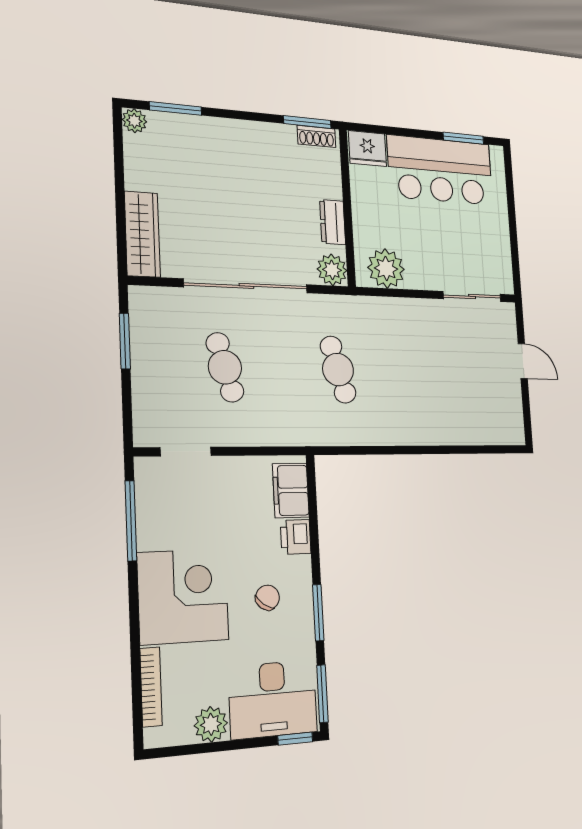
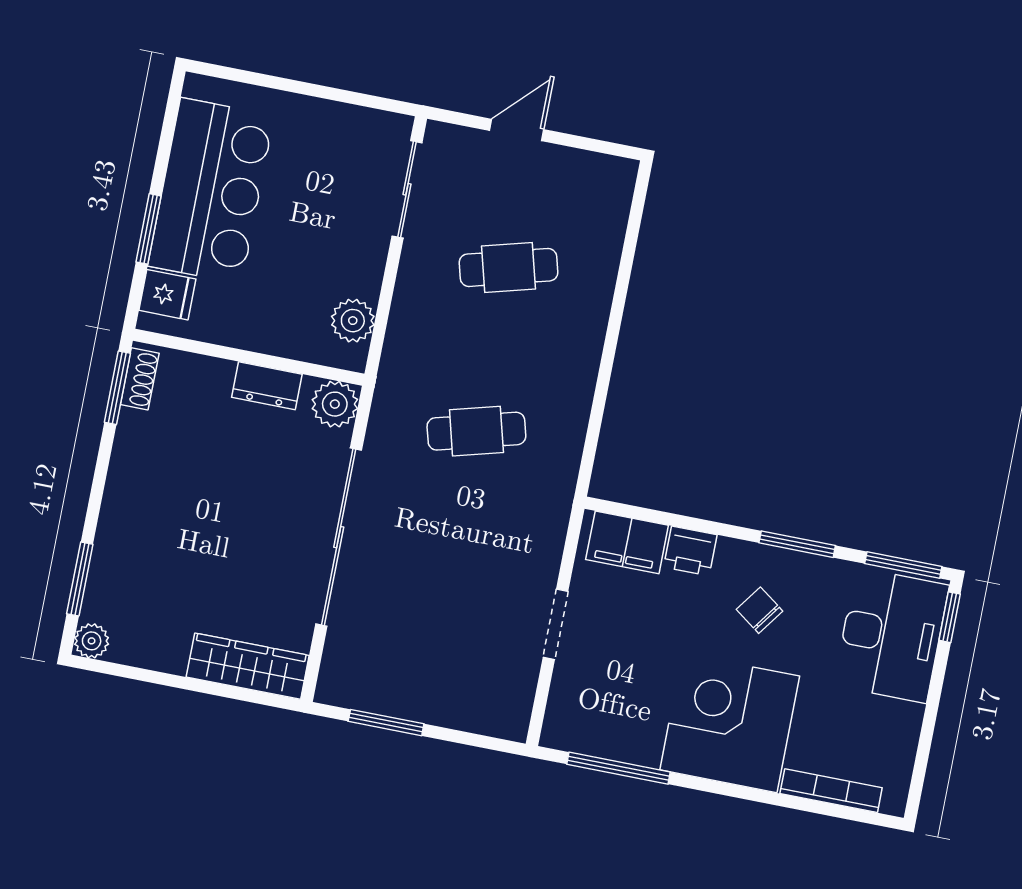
window: (463, 138) -> (149, 229), moved
fridge: (367, 149) -> (167, 295), width x0.72
plant: (386, 268) -> (353, 321), width x0.73, depth x0.73
cafe table: (225, 367) -> (509, 267), moved
doorway: (186, 452) -> (555, 624), moved
plant: (211, 724) -> (899, 725), removed

